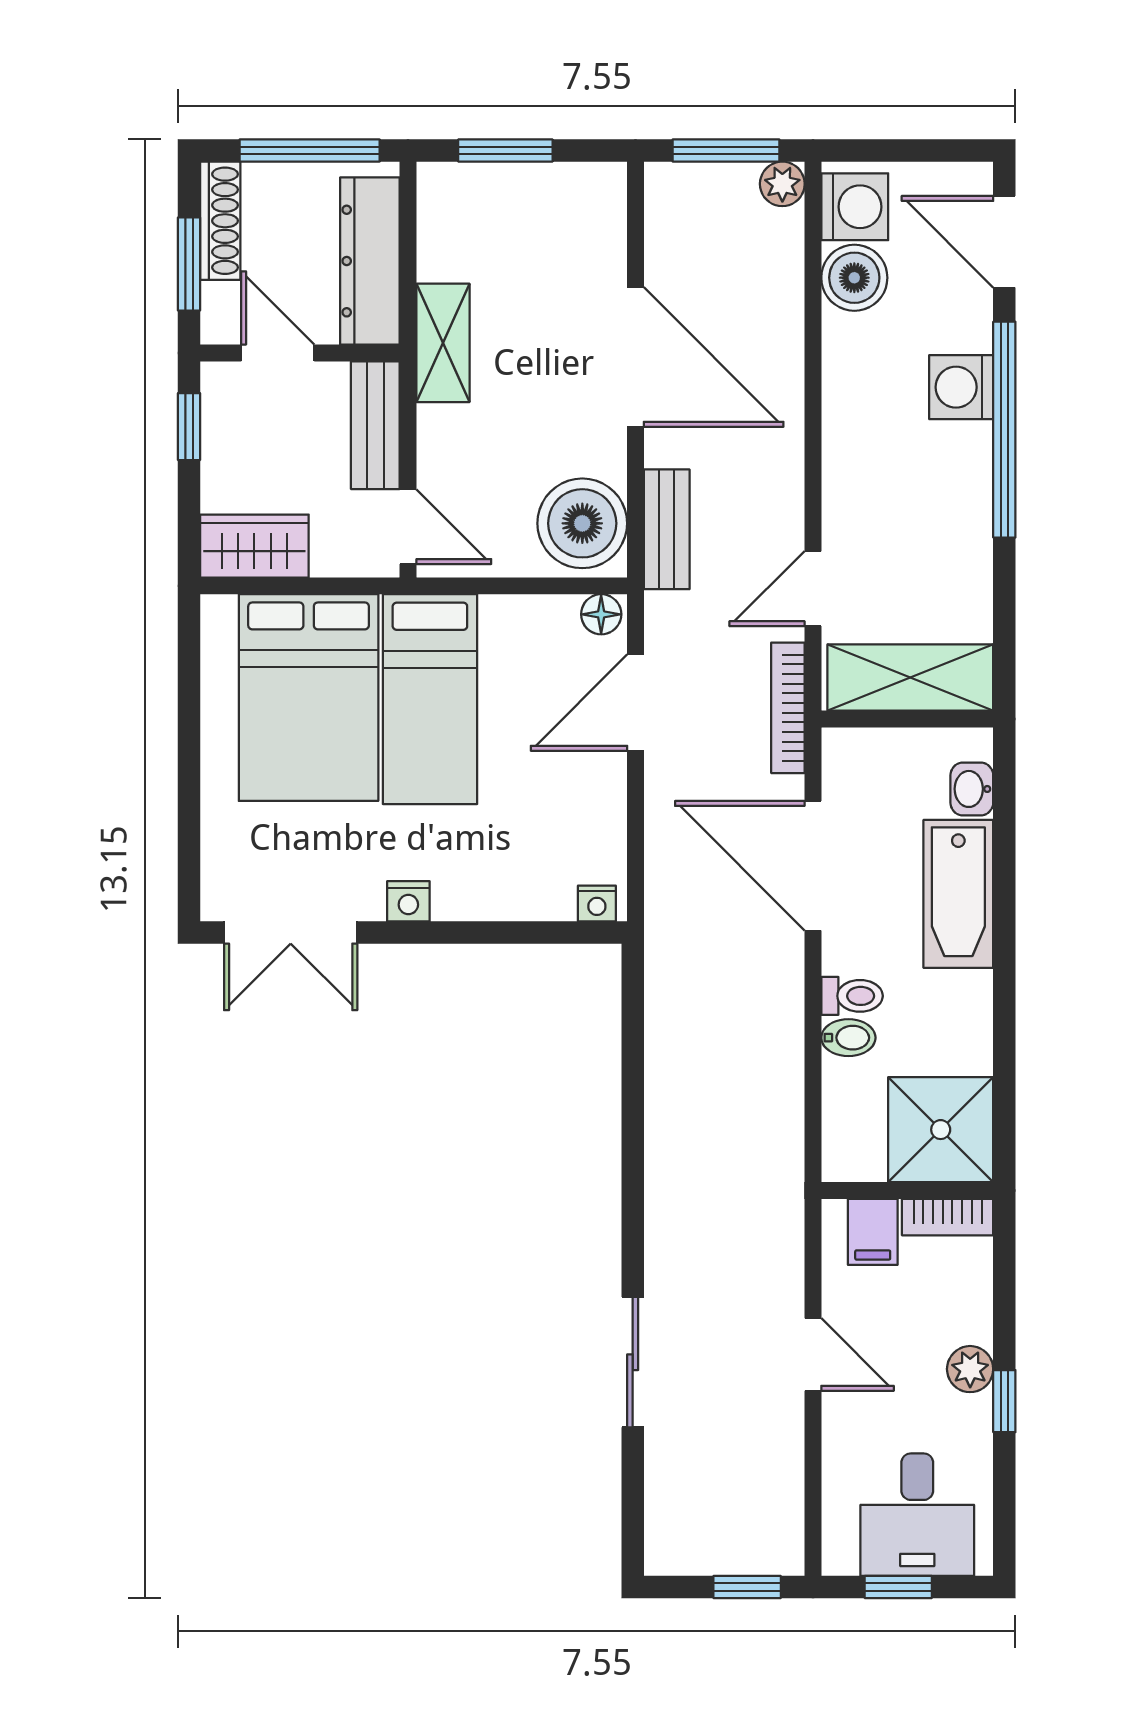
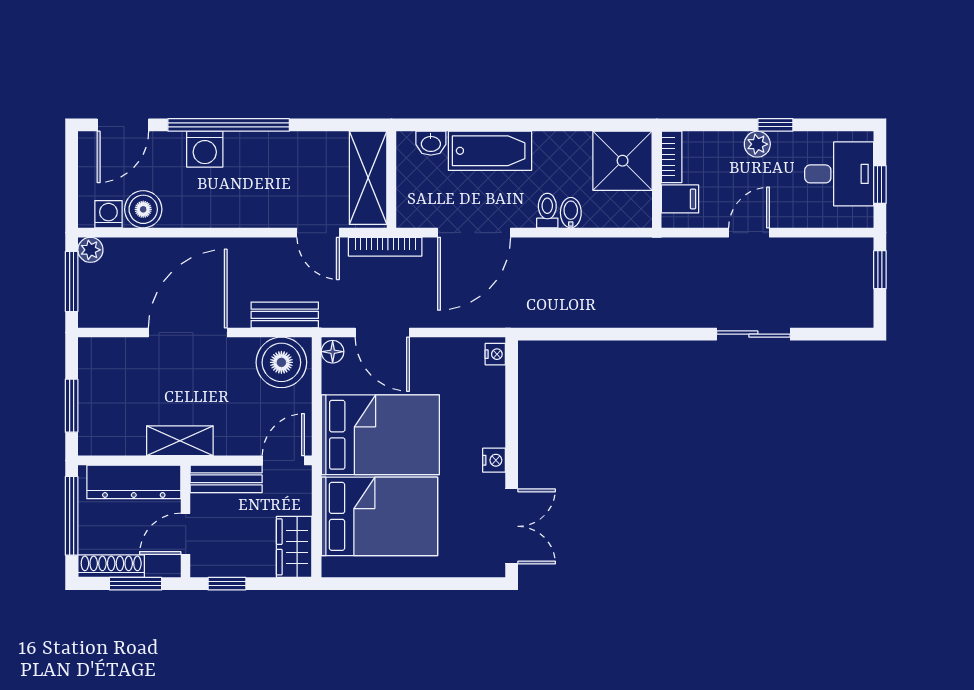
washing machine: (855, 207) -> (108, 214), width x0.73, depth x0.73
bed: (430, 699) -> (380, 435), width x1.50

